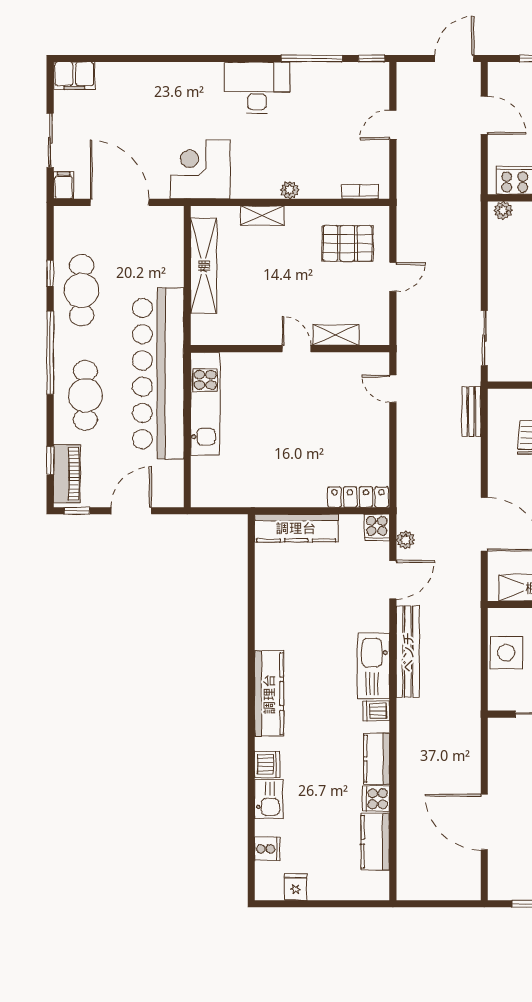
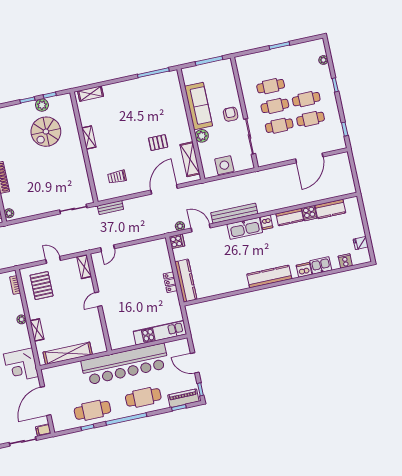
shelving: (336, 335) -> (84, 267), moved
kitchen unit: (205, 404) -> (160, 333), moved
locker: (358, 497) -> (170, 282), moved, width x0.66

